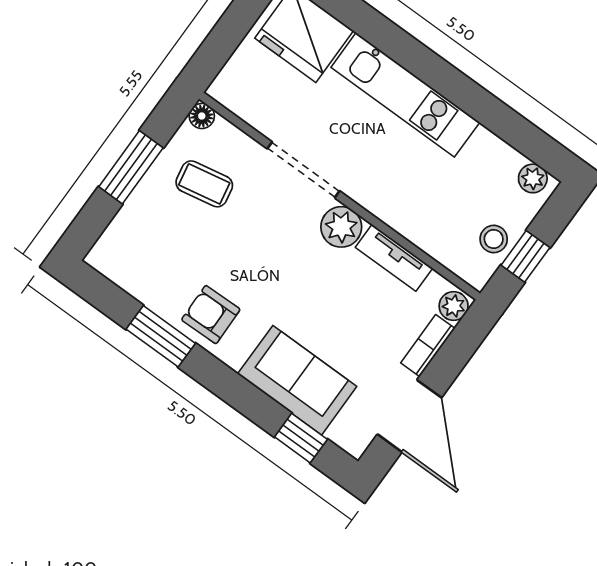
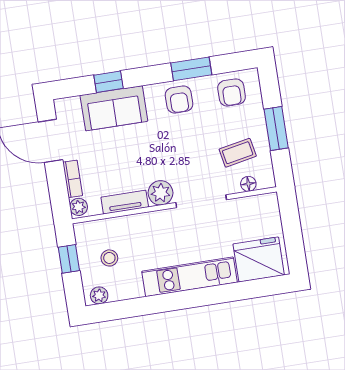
floor lamp: (202, 116) -> (248, 184), moved
stool: (494, 239) -> (109, 258), moved
armchair: (141, 262) -> (232, 92), added
armchair: (211, 315) -> (179, 100), turned 91
window: (301, 438) -> (108, 82), moved

